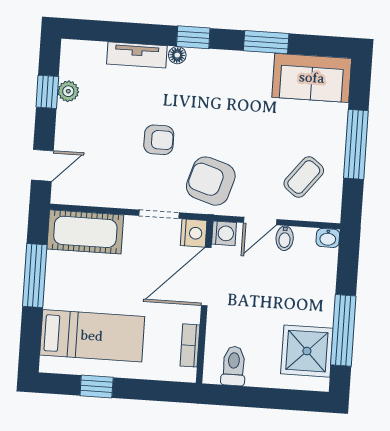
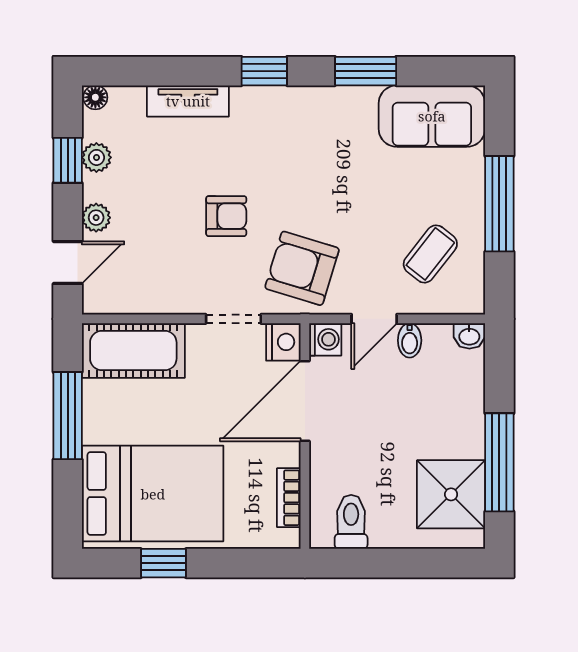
floor lamp: (177, 55) -> (95, 97), moved
plant: (65, 134) -> (96, 218), added
bed: (92, 336) -> (153, 494), width x1.50

